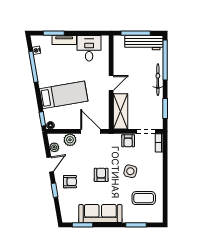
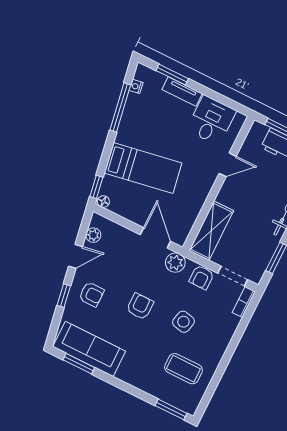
door: (111, 83) -> (228, 165), moved
plant: (70, 140) -> (175, 263), moved
sofa: (100, 214) -> (89, 349), moved
window: (136, 225) -> (171, 409), moved

